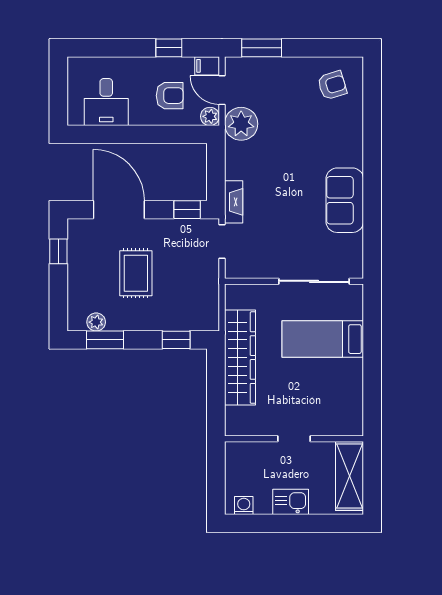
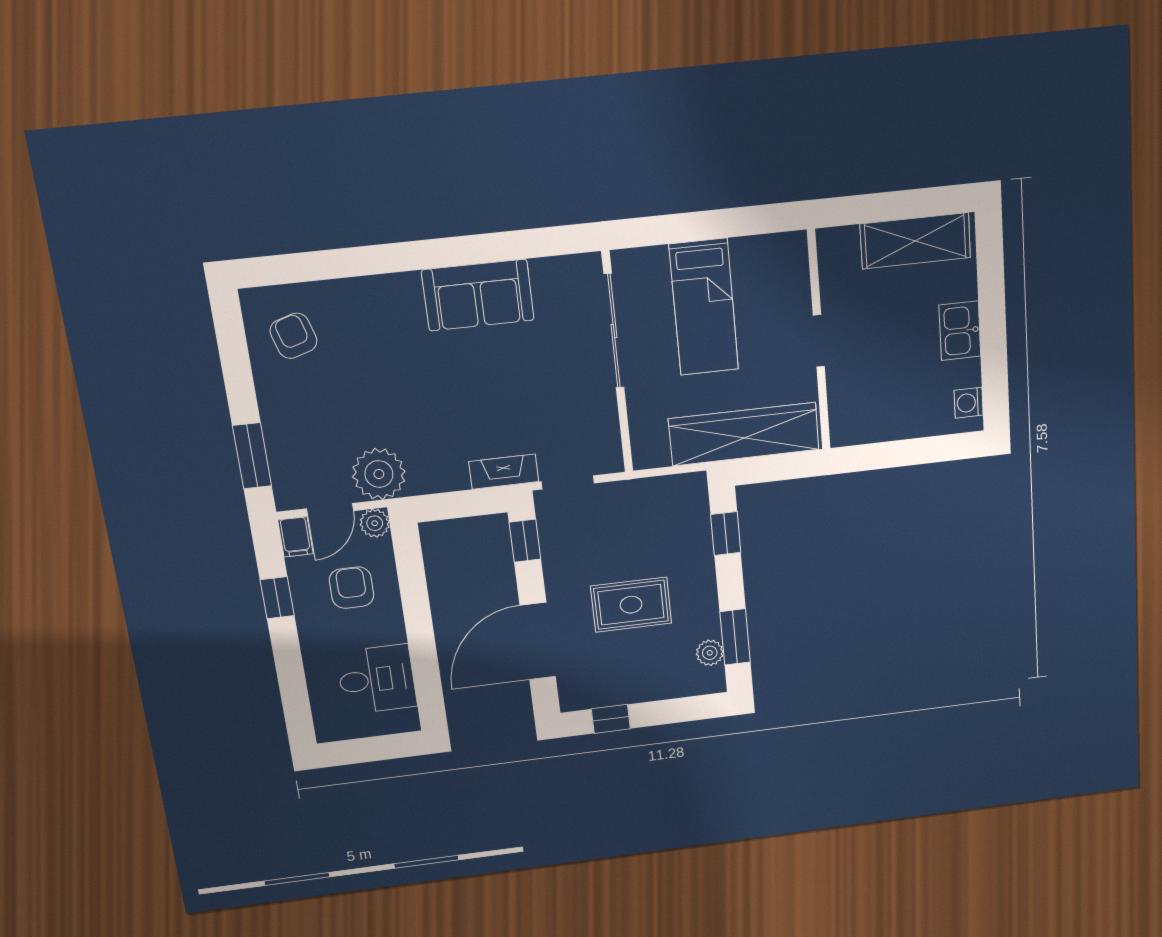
doorway: (294, 439) -> (819, 341), moved
wall: (294, 439) -> (819, 341), moved

